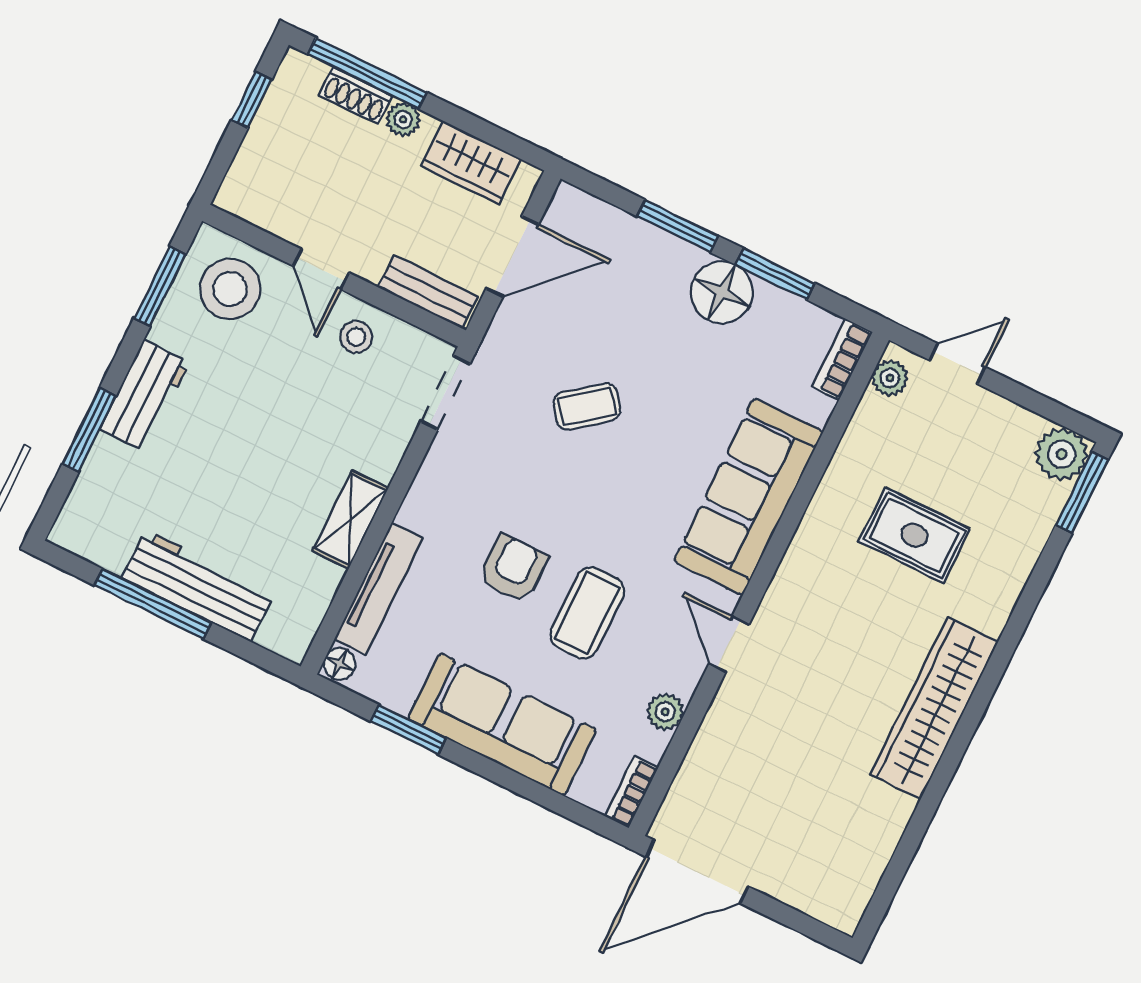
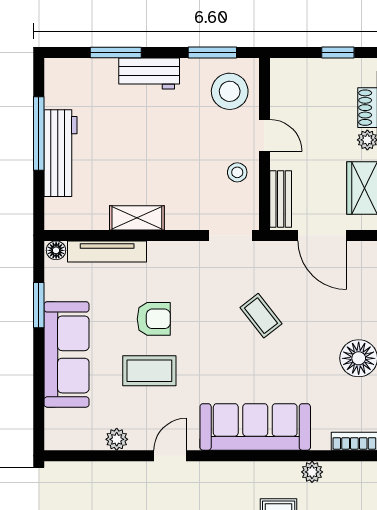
door: (321, 269) -> (264, 135), swing flipped
plant: (890, 378) -> (312, 472), moved
bookcase: (631, 792) -> (64, 442), removed

